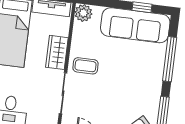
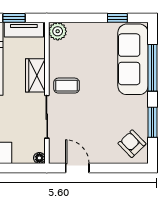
sofa: (135, 25) -> (133, 59), moved, turned 90

